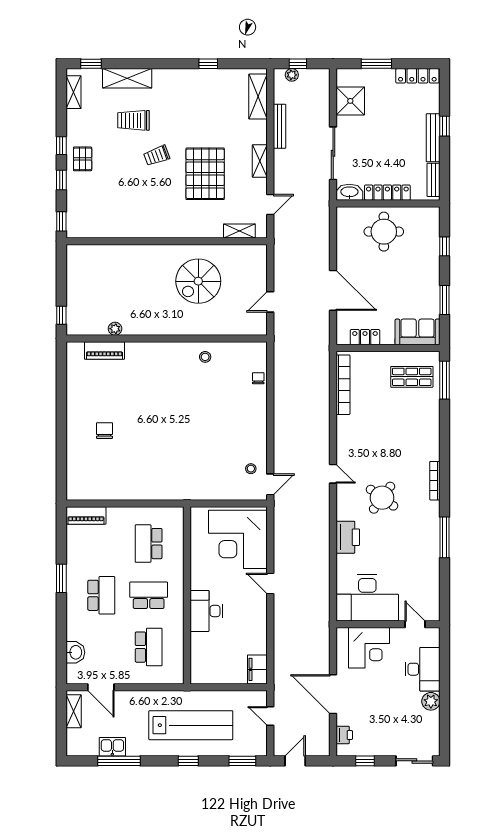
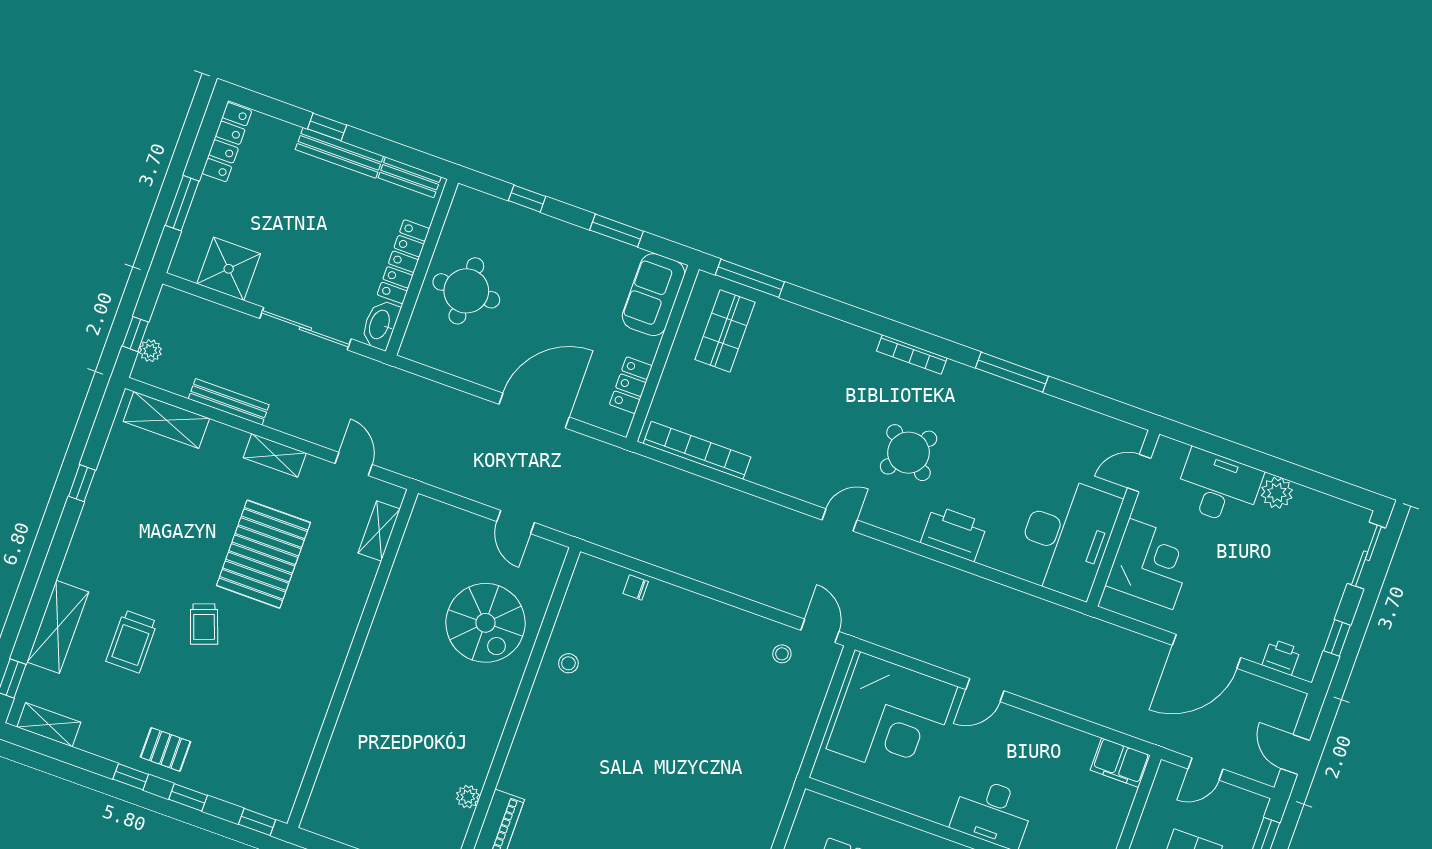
pallet: (205, 174) -> (263, 554), turned 90
spiral stairs: (198, 281) -> (485, 623), moved

